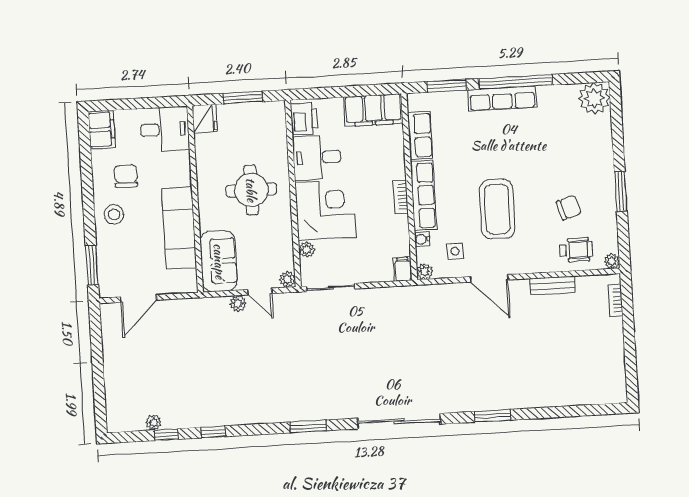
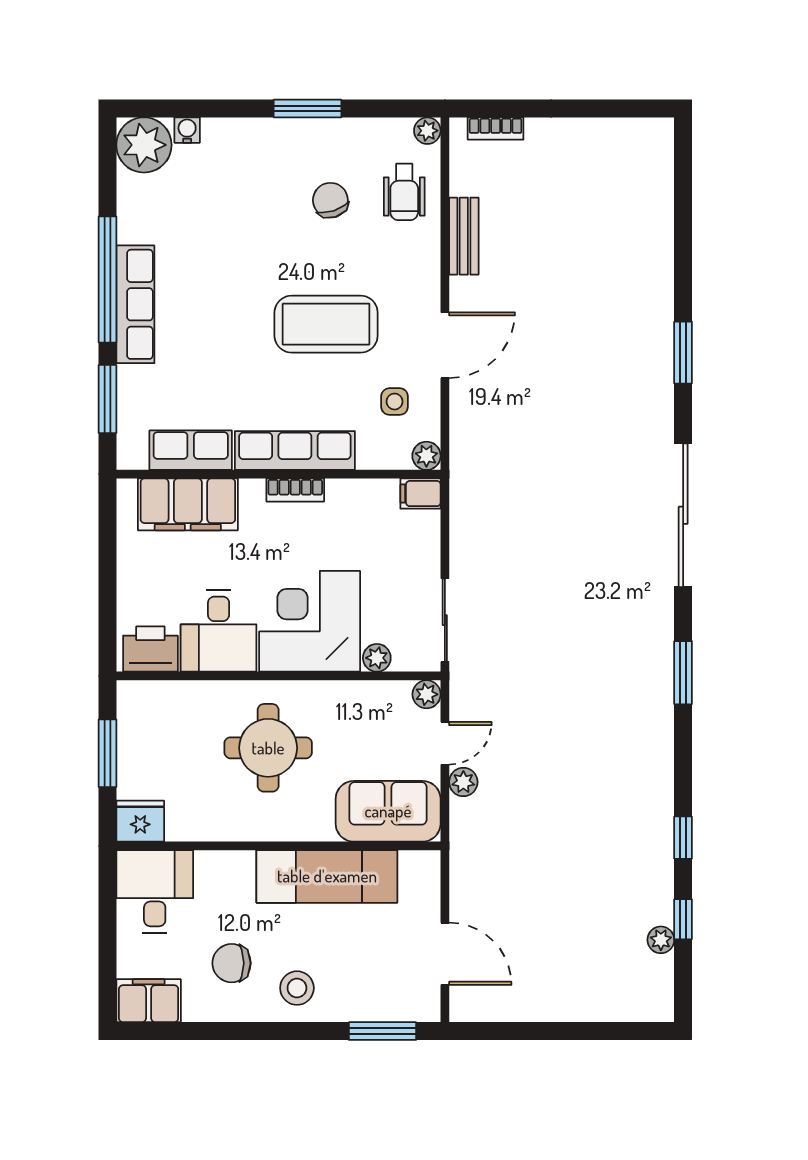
filing cabinet: (373, 110) -> (188, 504), moved, turned 90
water cooler: (422, 239) -> (187, 130), moved, turned 180
wheelchair: (576, 250) -> (404, 192), turned 180

